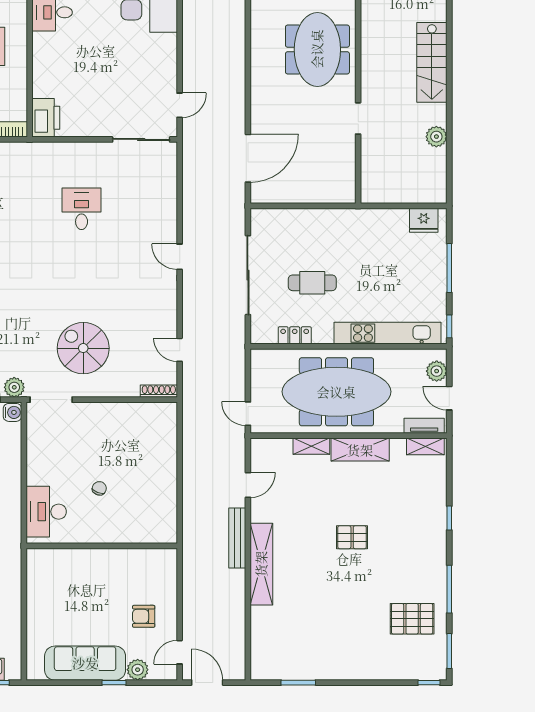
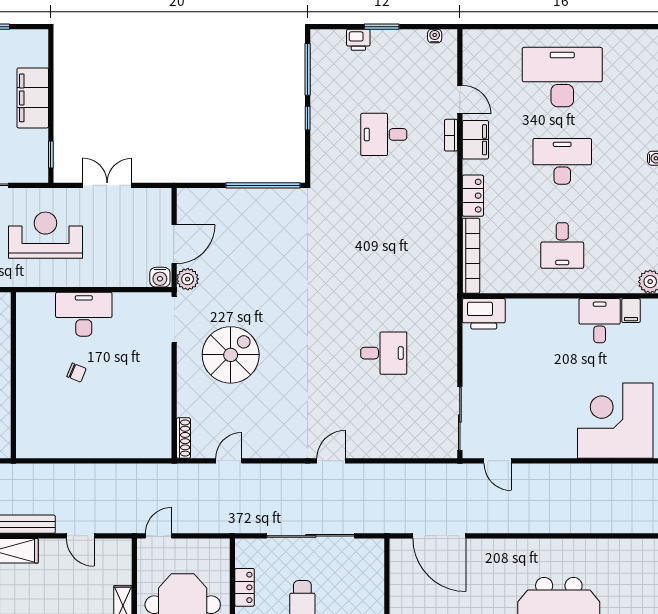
desk: (46, 512) -> (84, 314), moved

